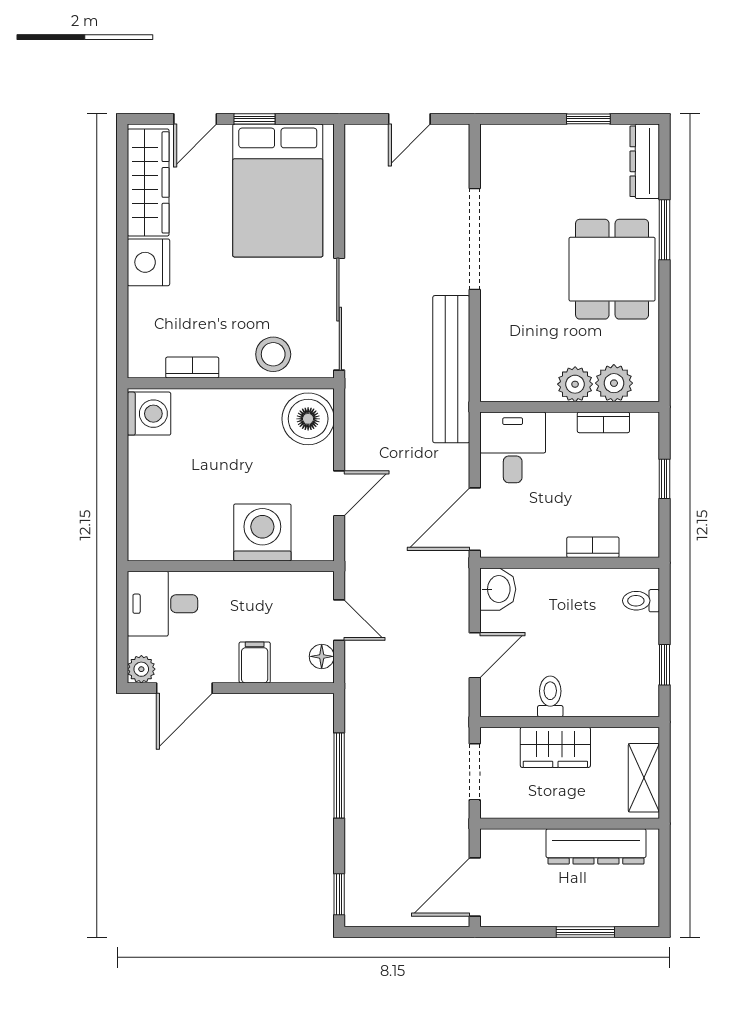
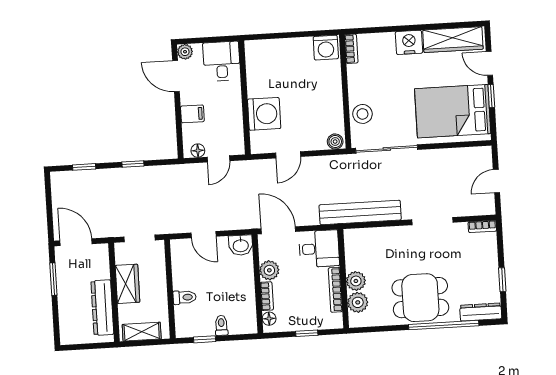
door: (409, 119) -> (496, 181), hinge flipped
bookcase: (490, 149) -> (482, 226), added
window: (664, 230) -> (444, 325), width x2.11
doorway: (475, 239) -> (432, 221), width x0.73
bookcase: (192, 368) -> (351, 49), moved
boiler: (308, 419) -> (335, 142), width x0.54, depth x0.54
bookcase: (603, 422) -> (335, 290), width x1.56
door: (339, 493) -> (288, 155), hinge flipped
plant: (546, 540) -> (269, 270), added
floor lamp: (634, 545) -> (269, 319), added
toilet: (641, 601) -> (221, 325), moved
toilet: (550, 696) -> (185, 297), moved
wardrobe: (555, 747) -> (127, 284), moved, turned 180
window: (339, 775) -> (133, 164), width x0.46
window: (339, 894) -> (84, 167), moved
window: (585, 932) -> (53, 279), moved

